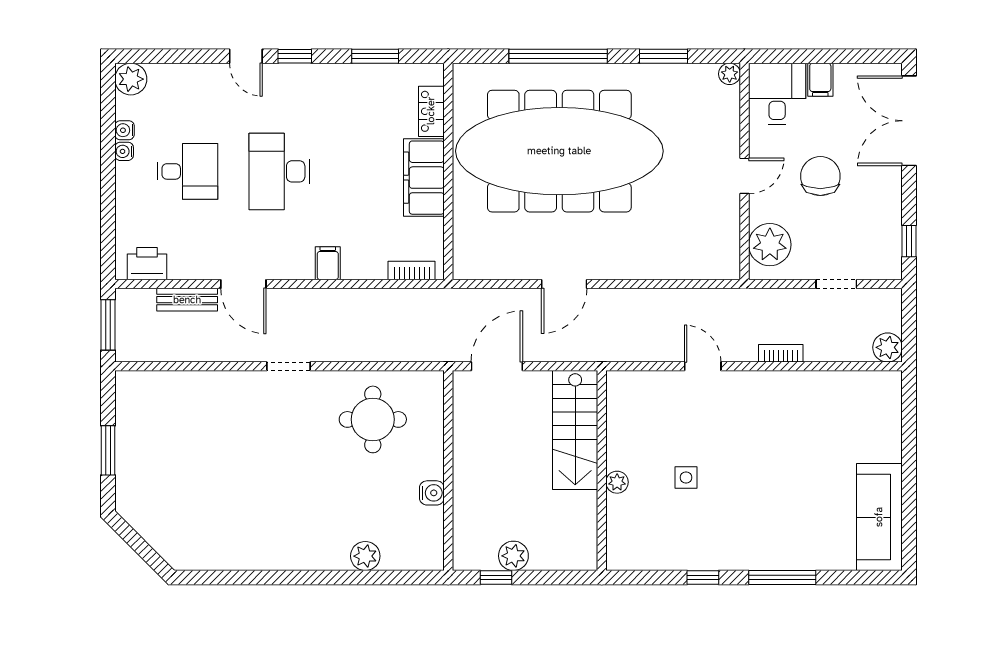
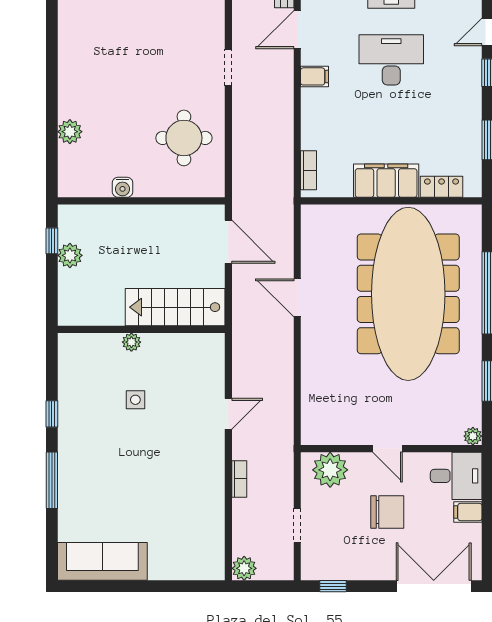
filing cabinet: (328, 263) -> (315, 76), moved

